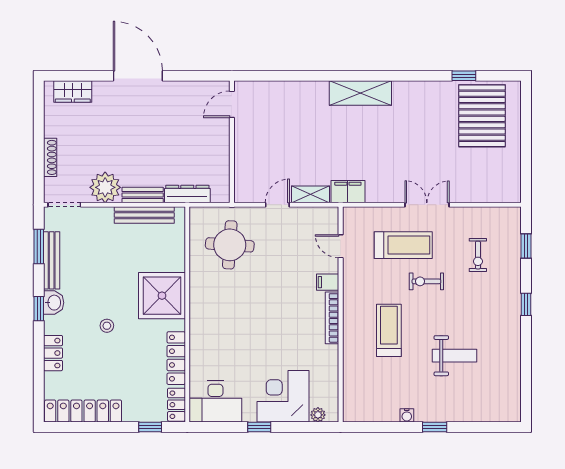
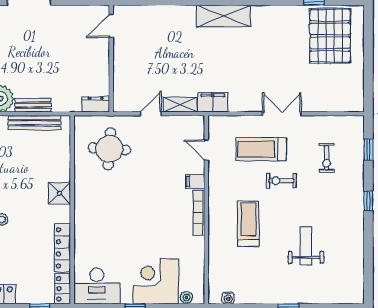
dresser: (187, 194) -> (96, 104), moved, width x0.70
treadmill: (403, 245) -> (261, 149), turned 180
shower: (162, 296) -> (59, 193), width x0.54, depth x0.54
weight bench: (455, 356) -> (306, 246), turned -90
water cooler: (407, 415) -> (228, 298), moved

